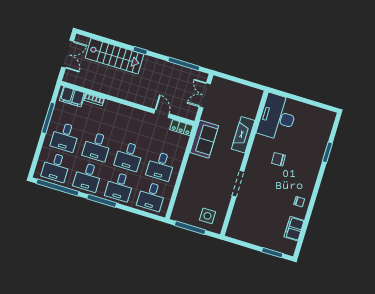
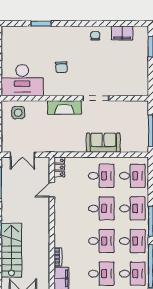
fireplace: (243, 135) -> (64, 107), moved
sofa: (204, 139) -> (103, 143), moved
side table: (207, 216) -> (18, 113), moved

